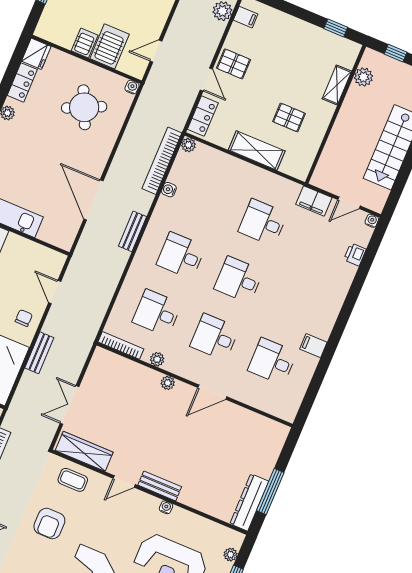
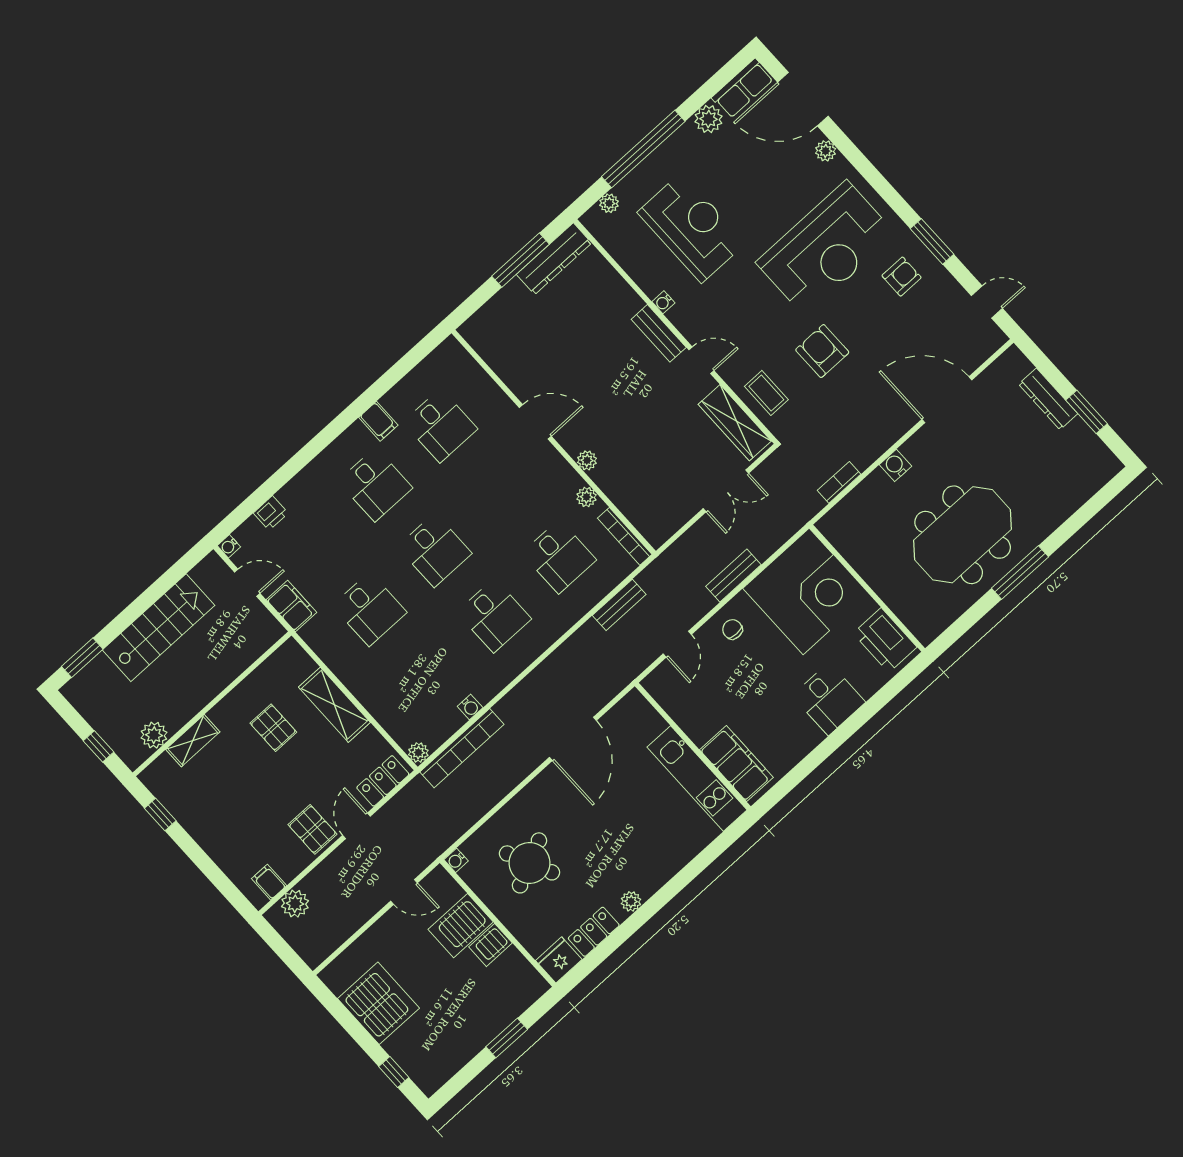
bench: (133, 231) -> (619, 605), moved
chair: (24, 318) -> (732, 629), turned 90
desk: (215, 337) -> (375, 485), moved
armchair: (49, 523) -> (822, 351), turned -90

